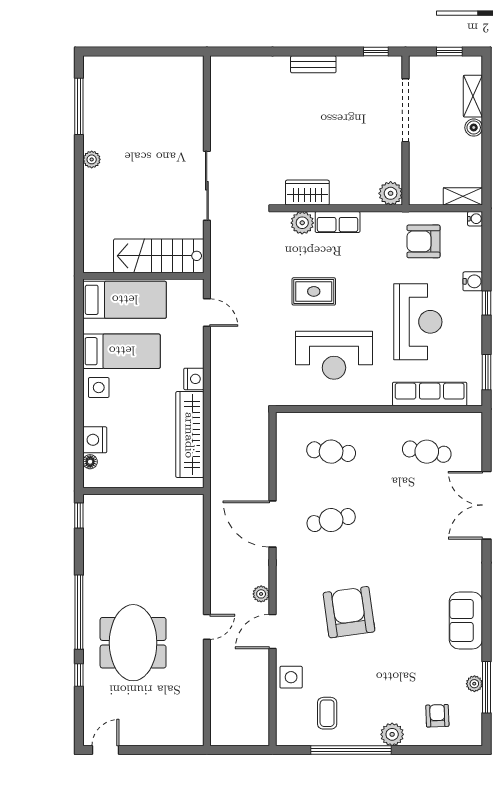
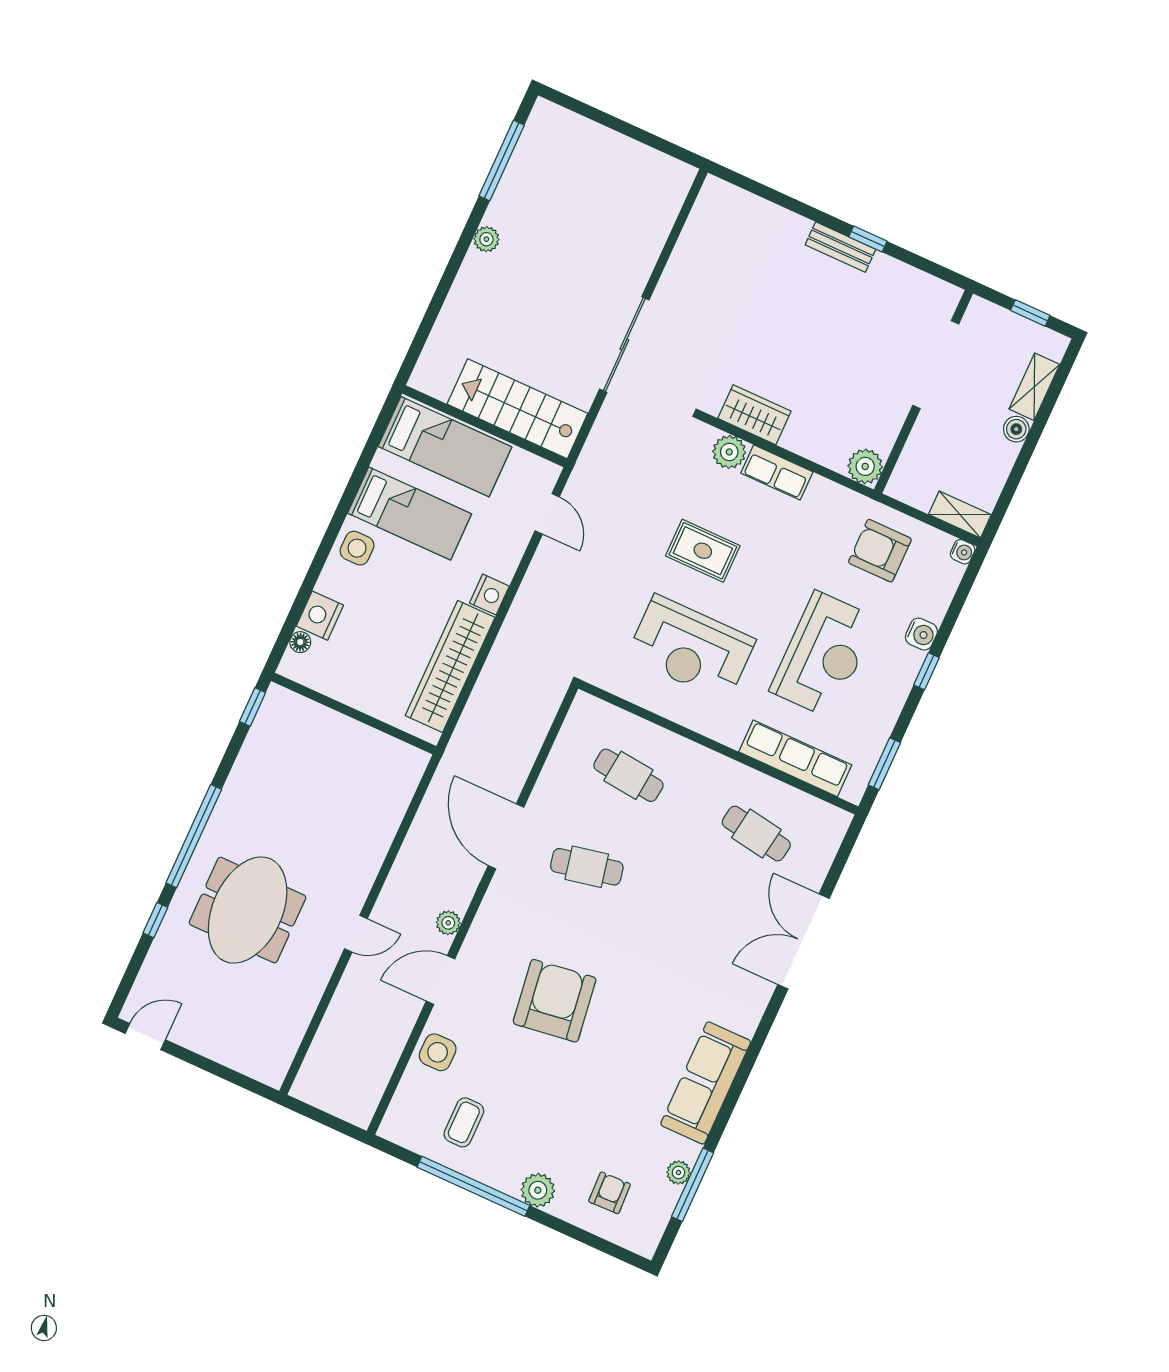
window: (376, 52) -> (868, 239), moved
sofa: (466, 620) -> (706, 1083), width x1.36

